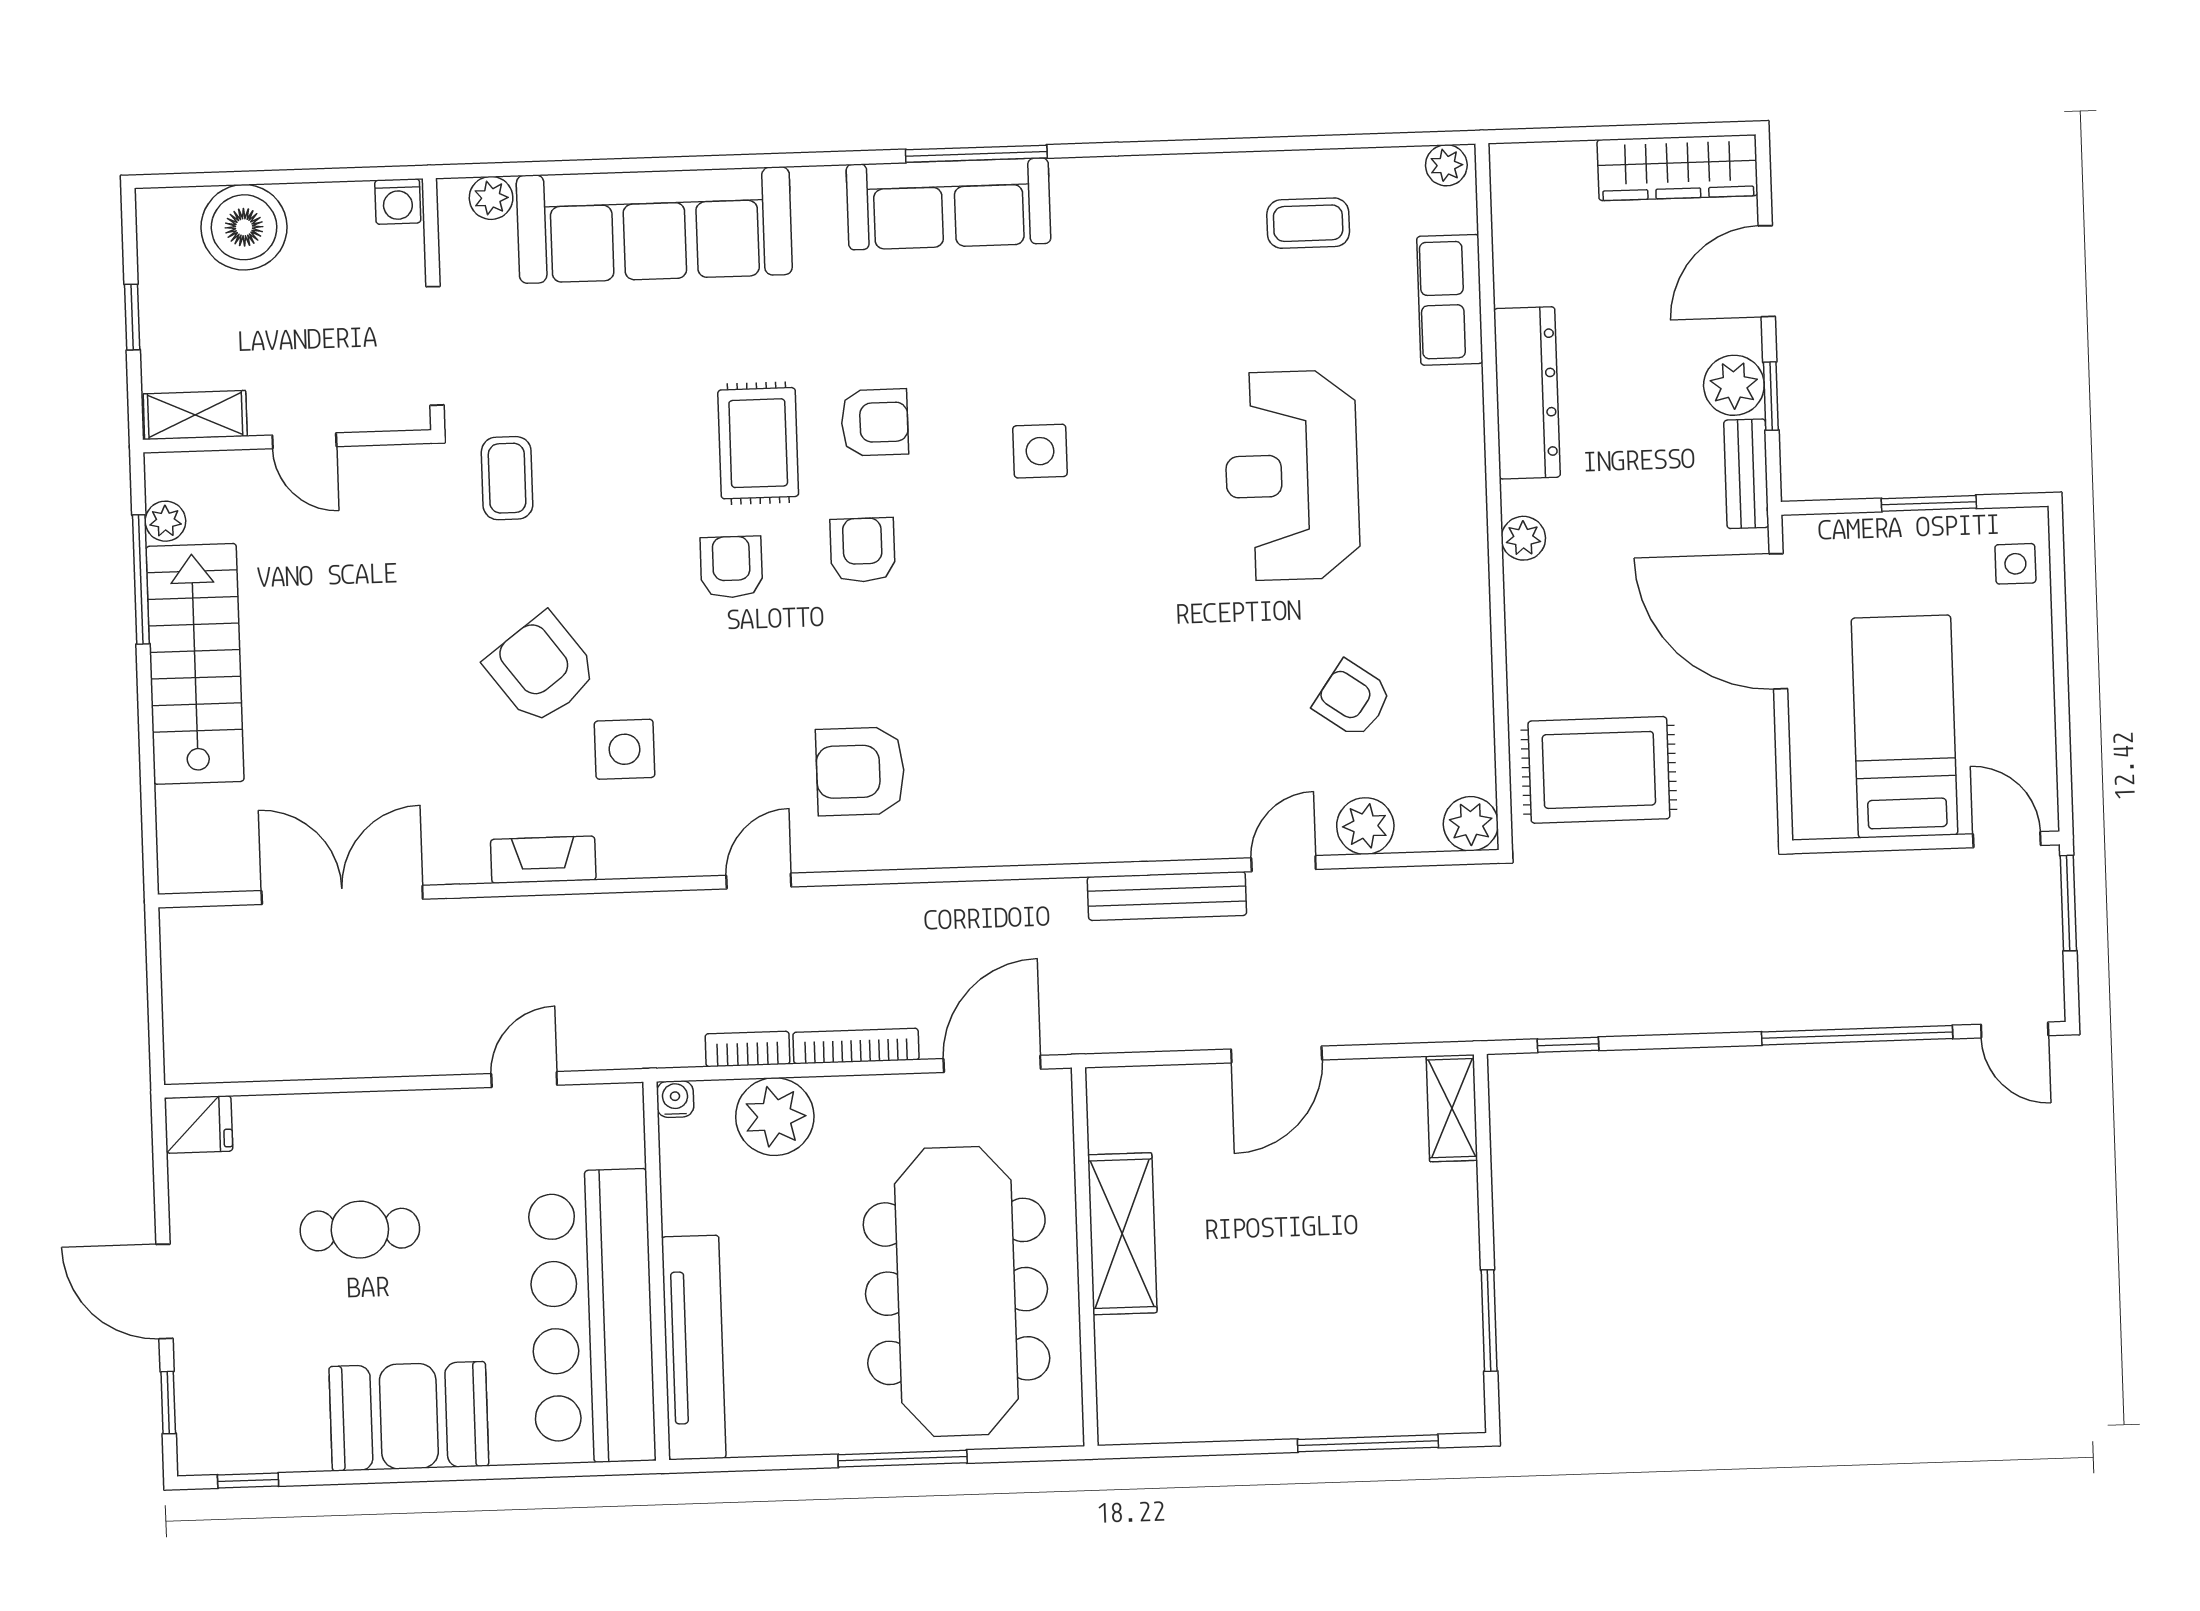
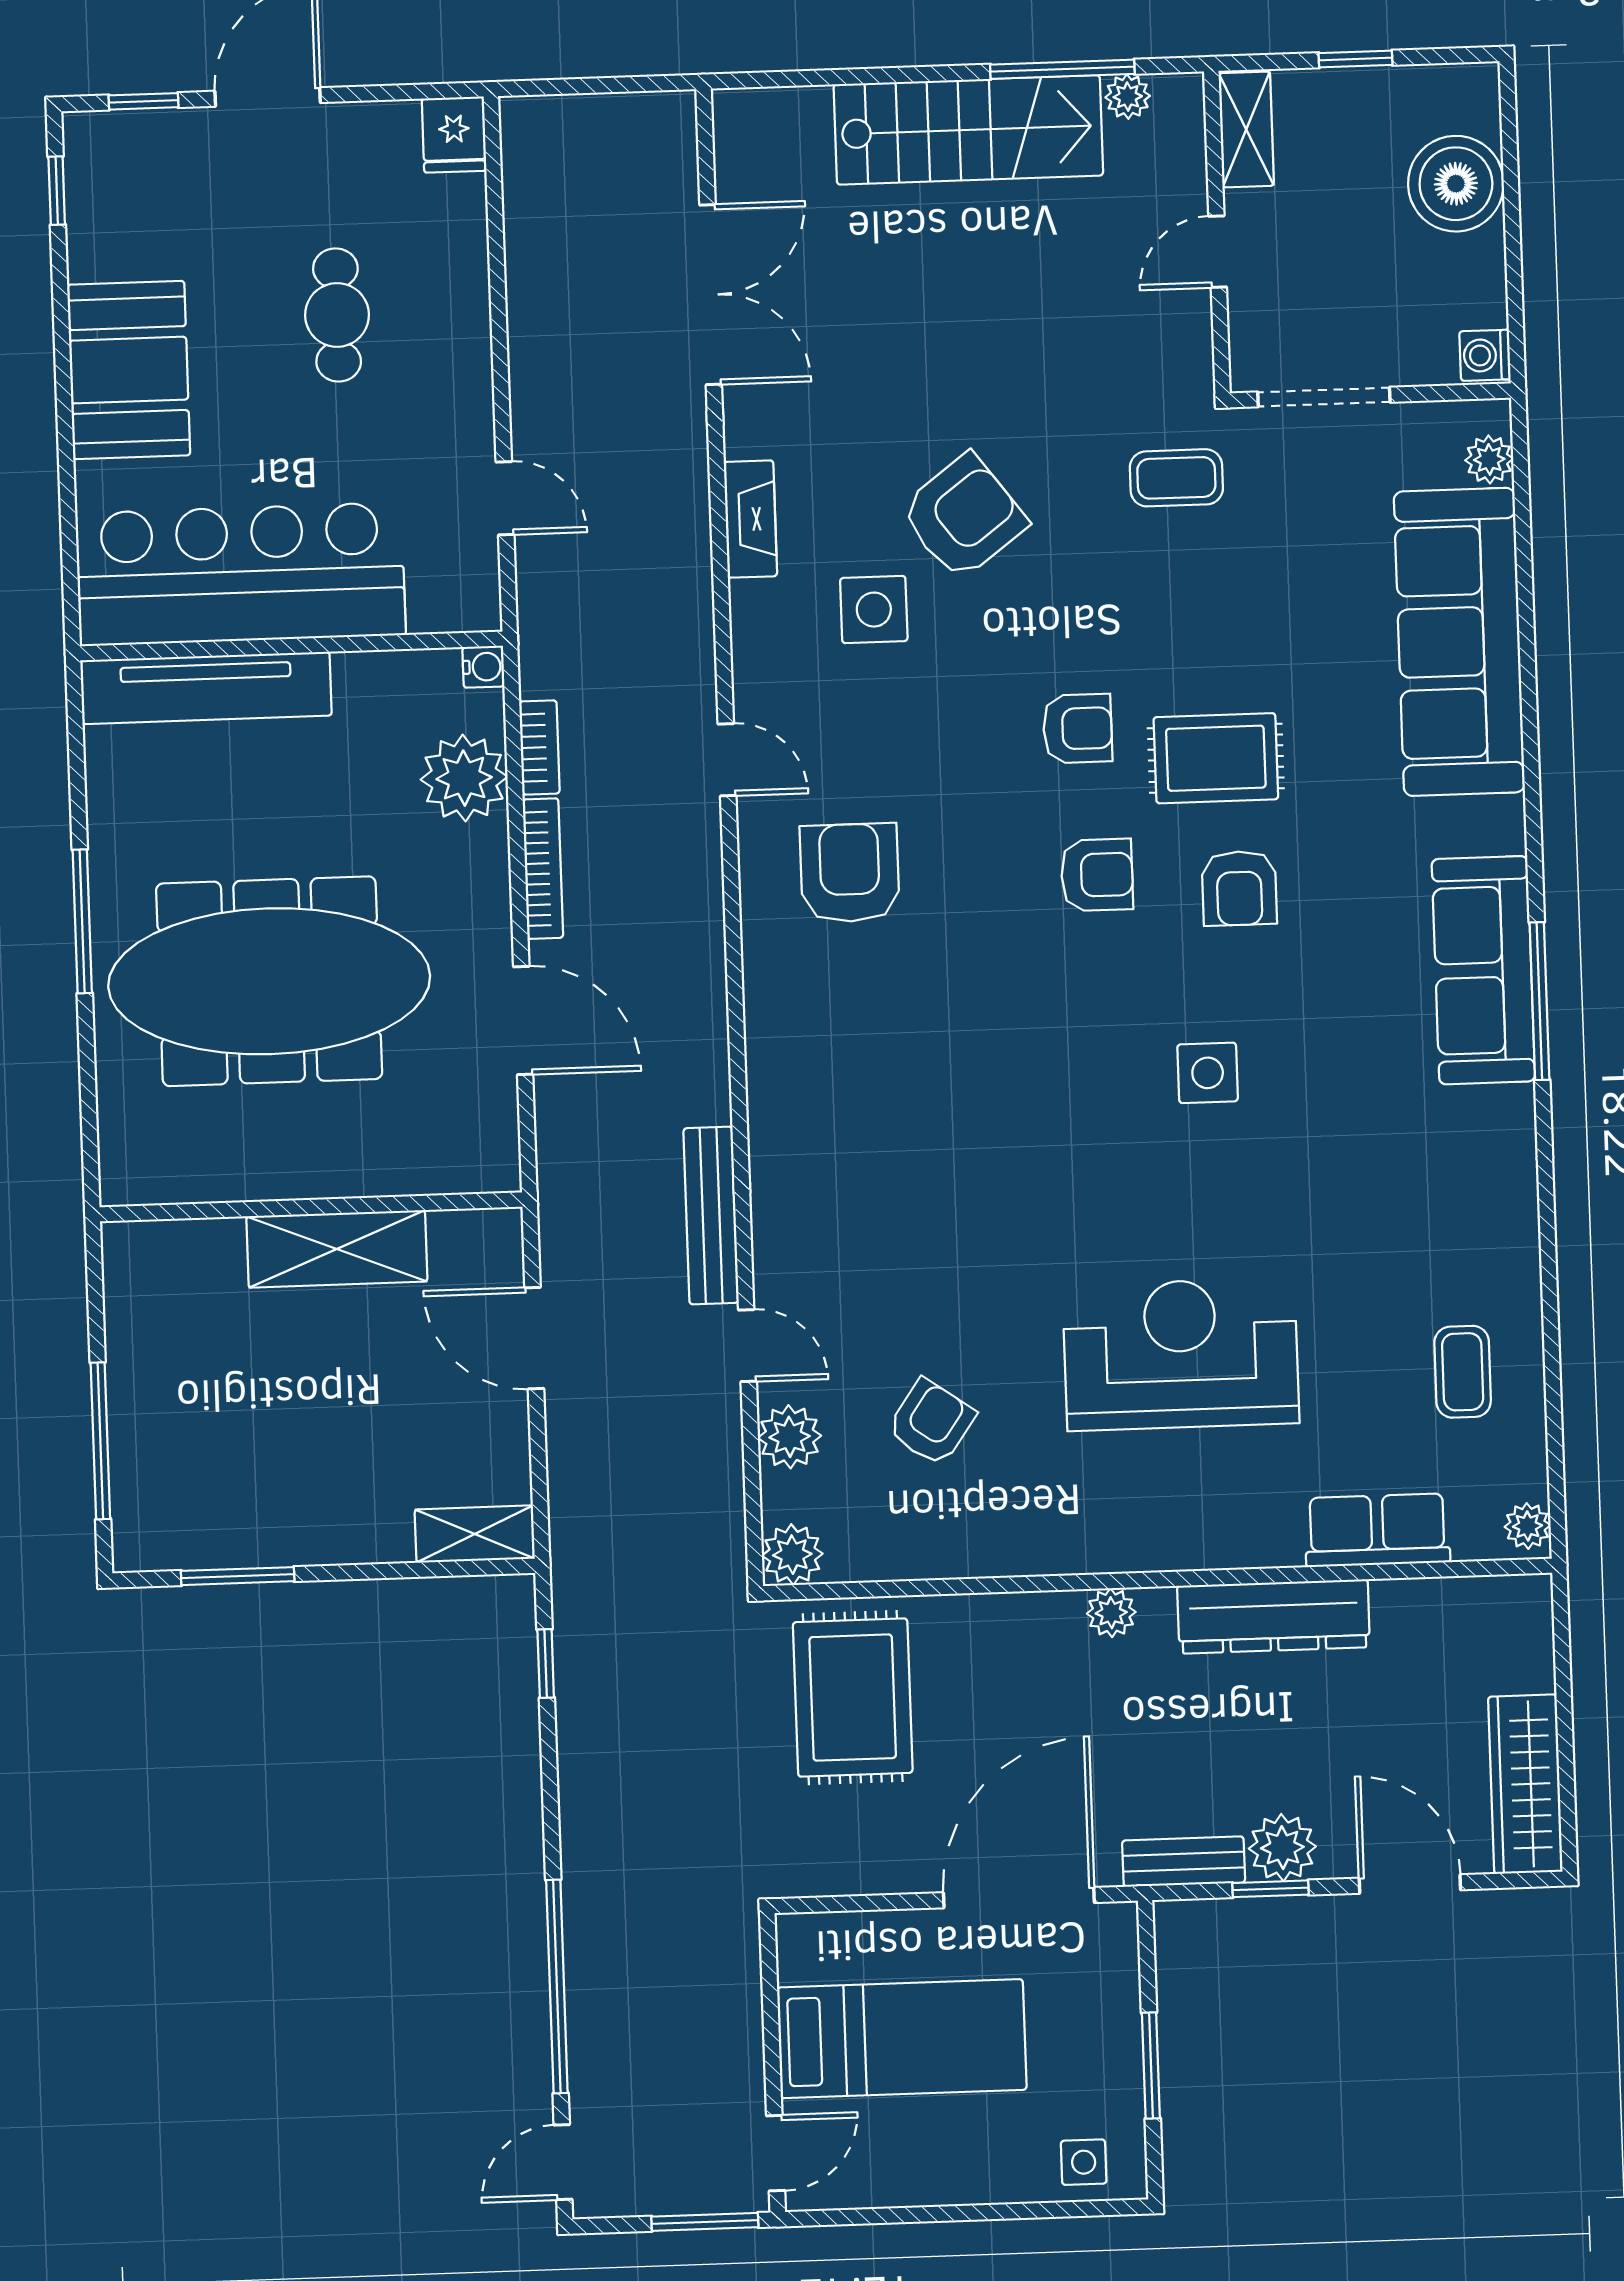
shelving: (1122, 1234) -> (337, 1249), moved
wall: (1085, 1257) -> (311, 1207), moved

